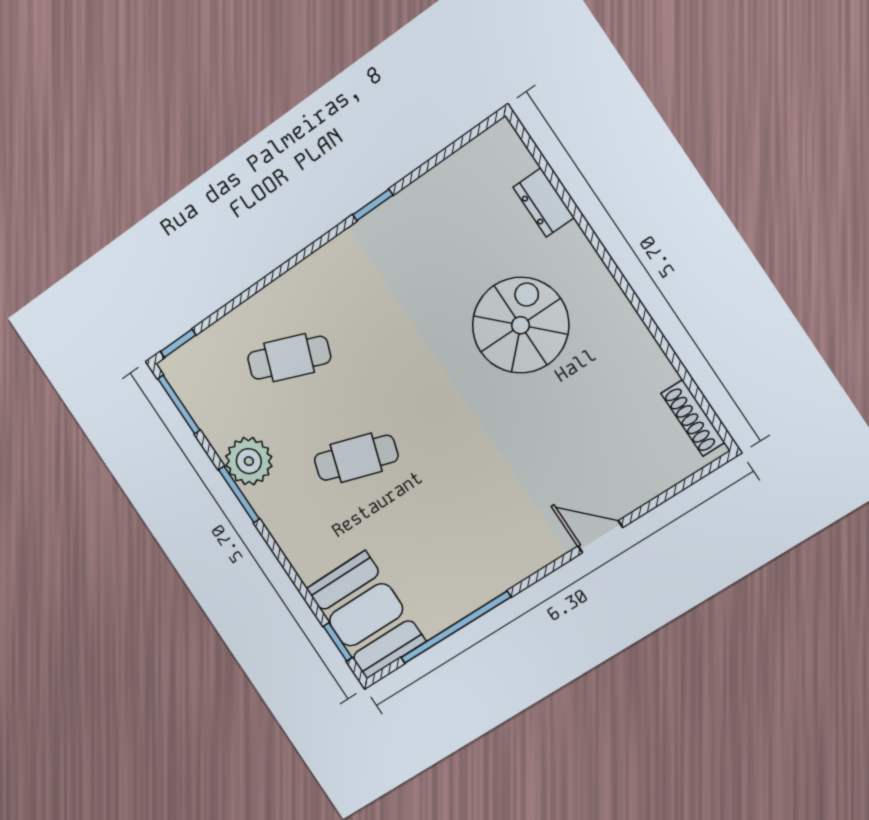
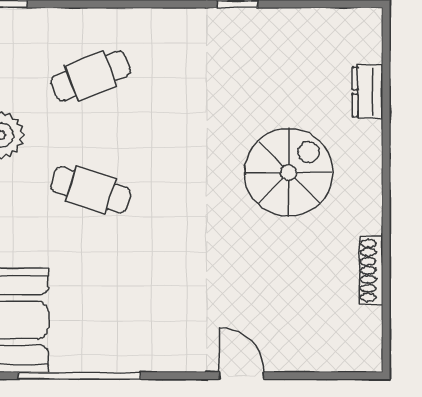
cafe table: (289, 358) -> (91, 76), turned -42
shoe rack: (693, 418) -> (371, 270), moved

